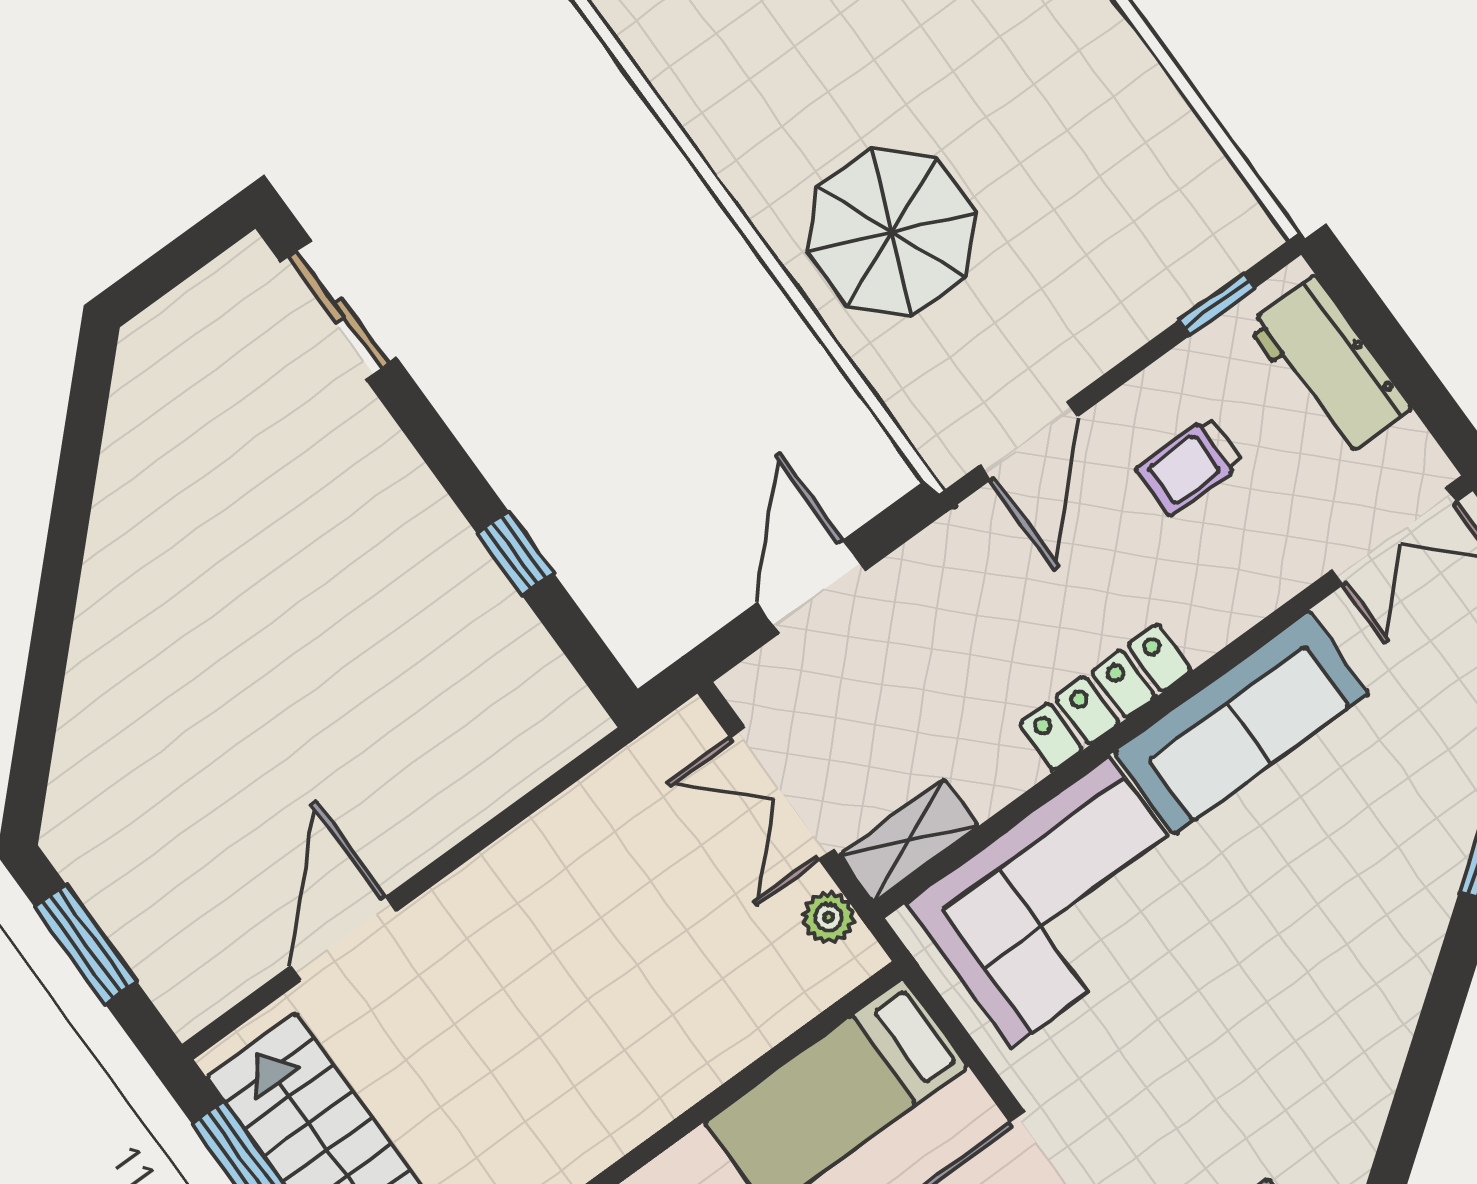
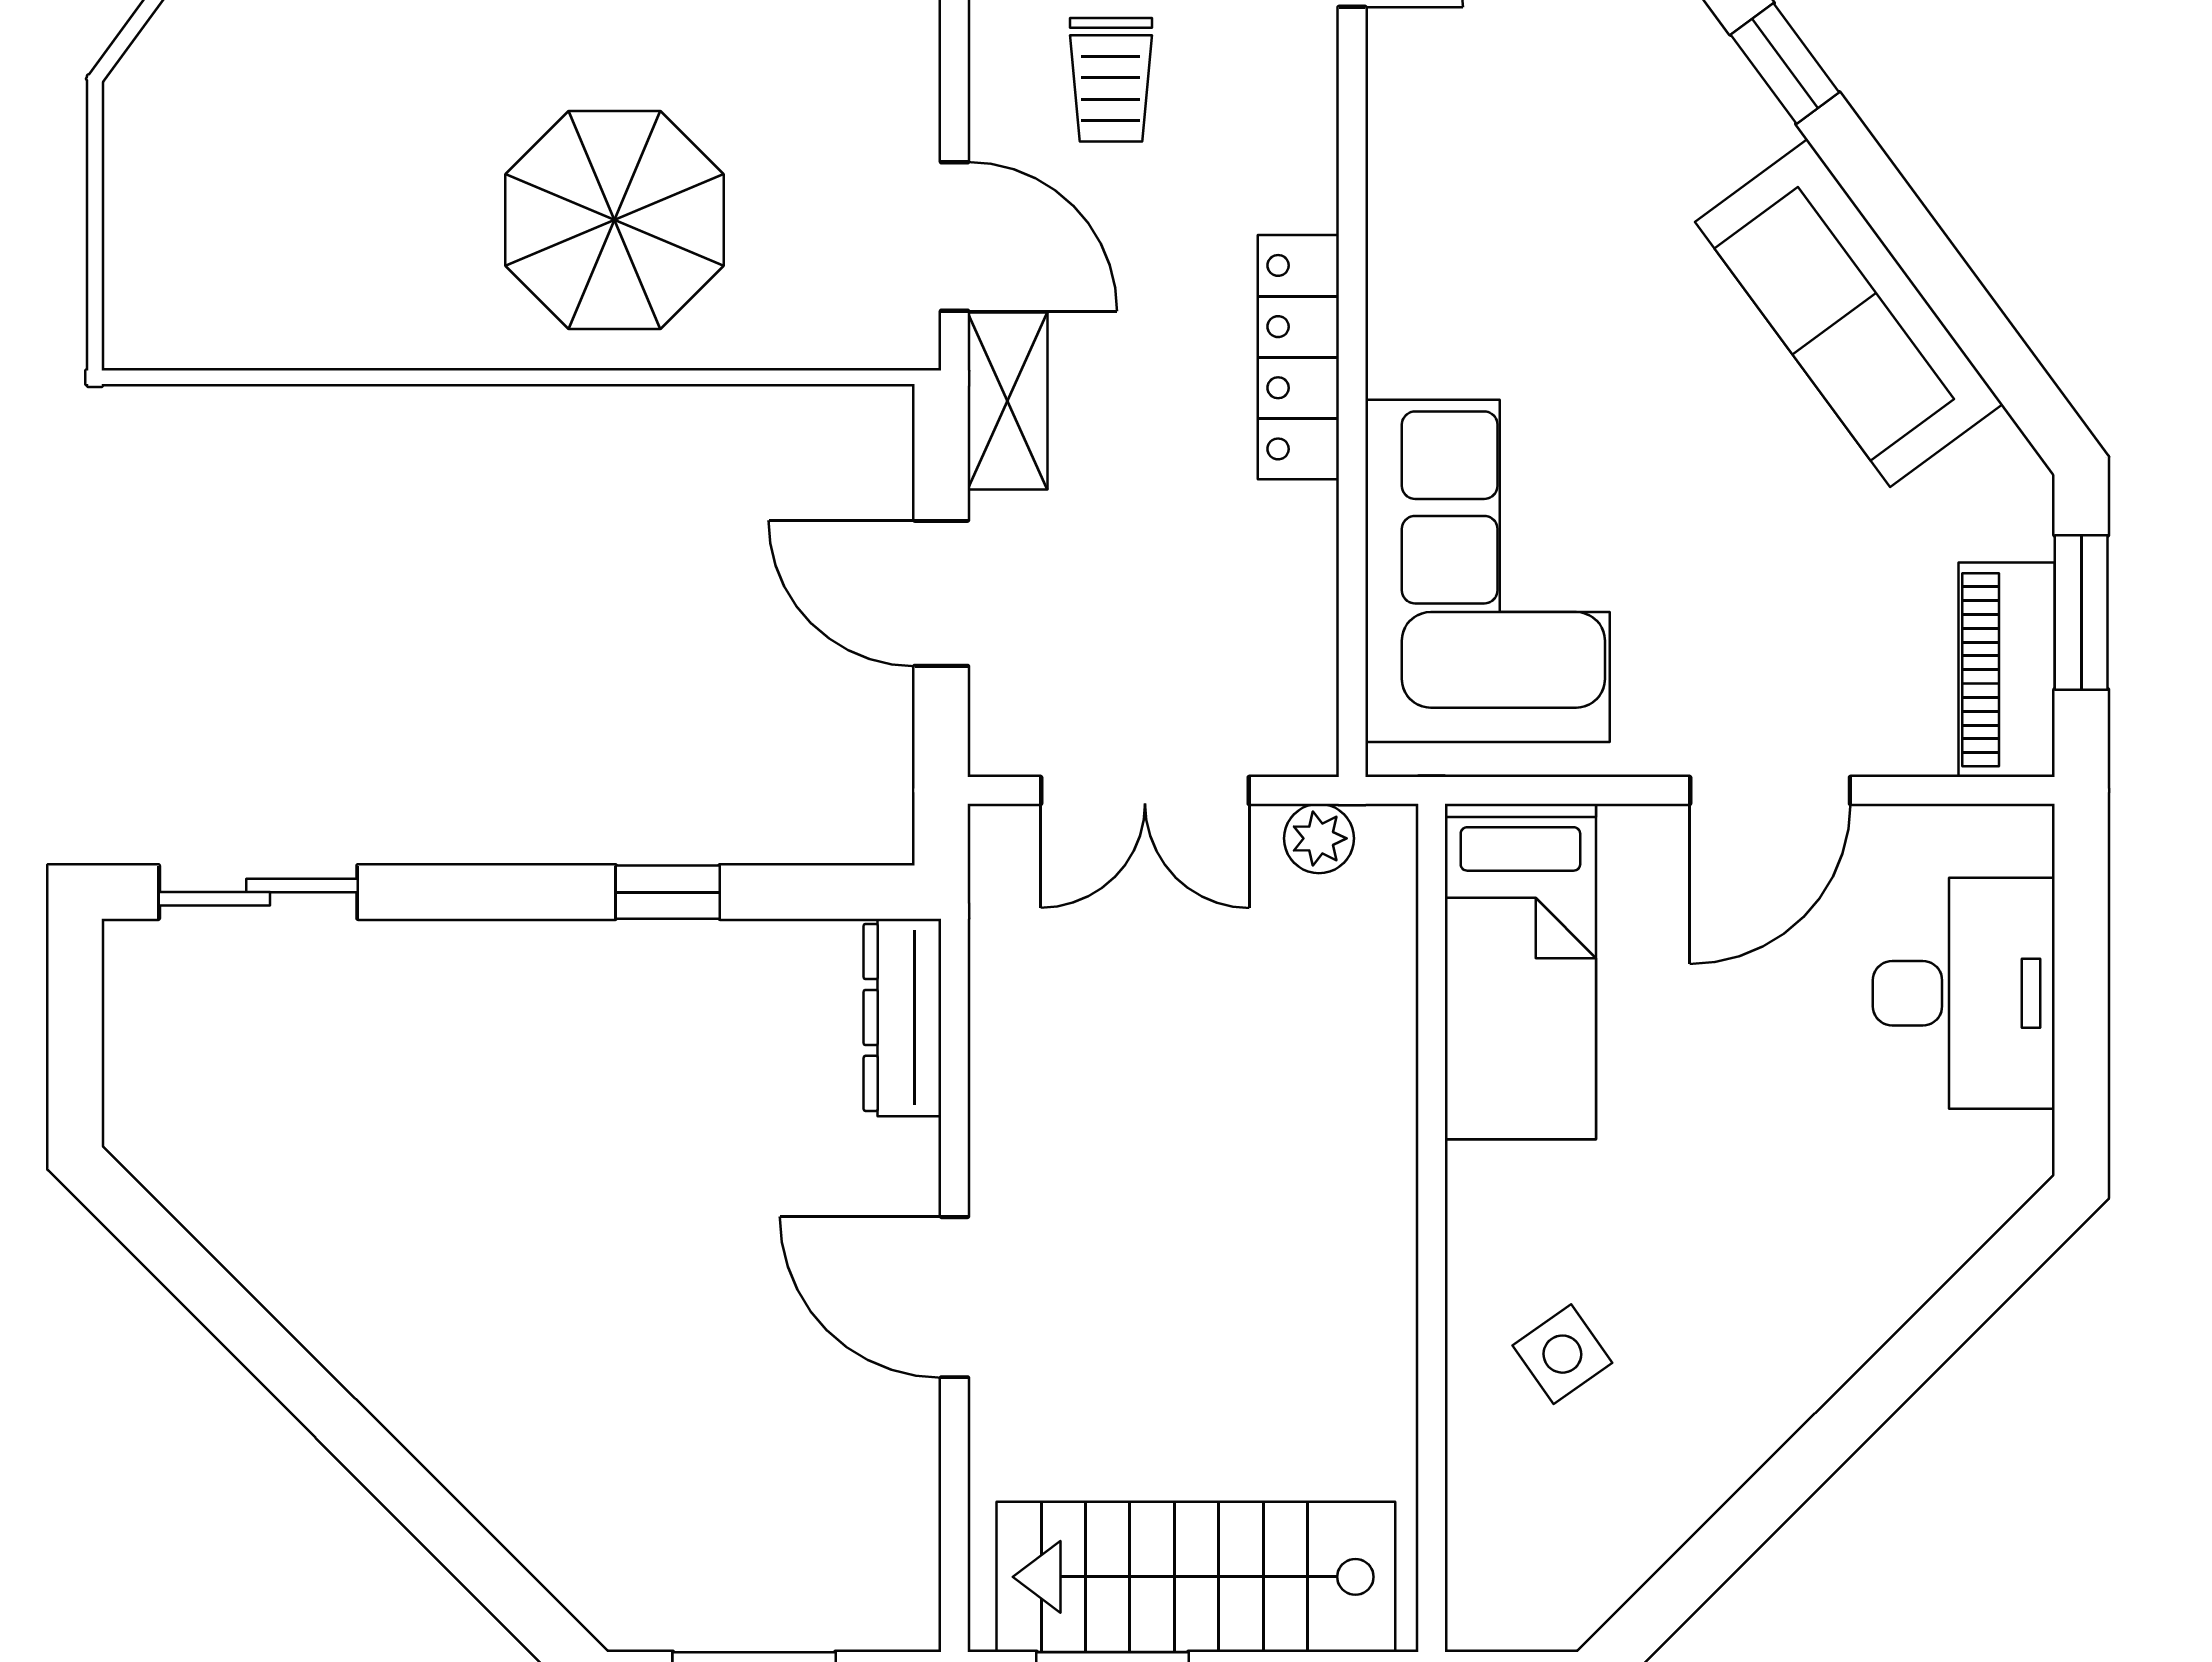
sofa: (1241, 723) -> (1849, 313), moved, turned 144
dresser: (542, 747) -> (902, 1017), added
shelving: (909, 841) -> (1008, 401), moved
door: (343, 939) -> (954, 1297), moved

